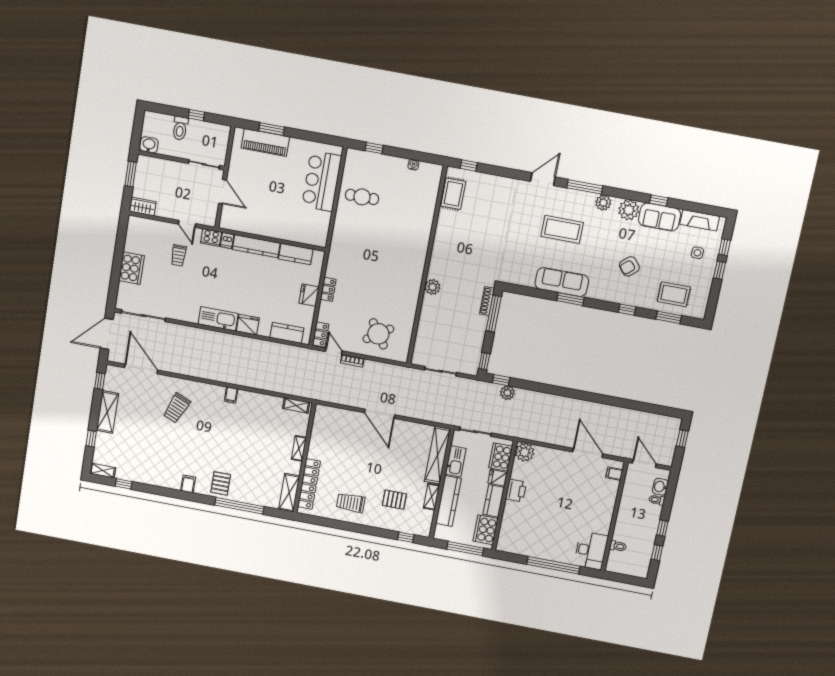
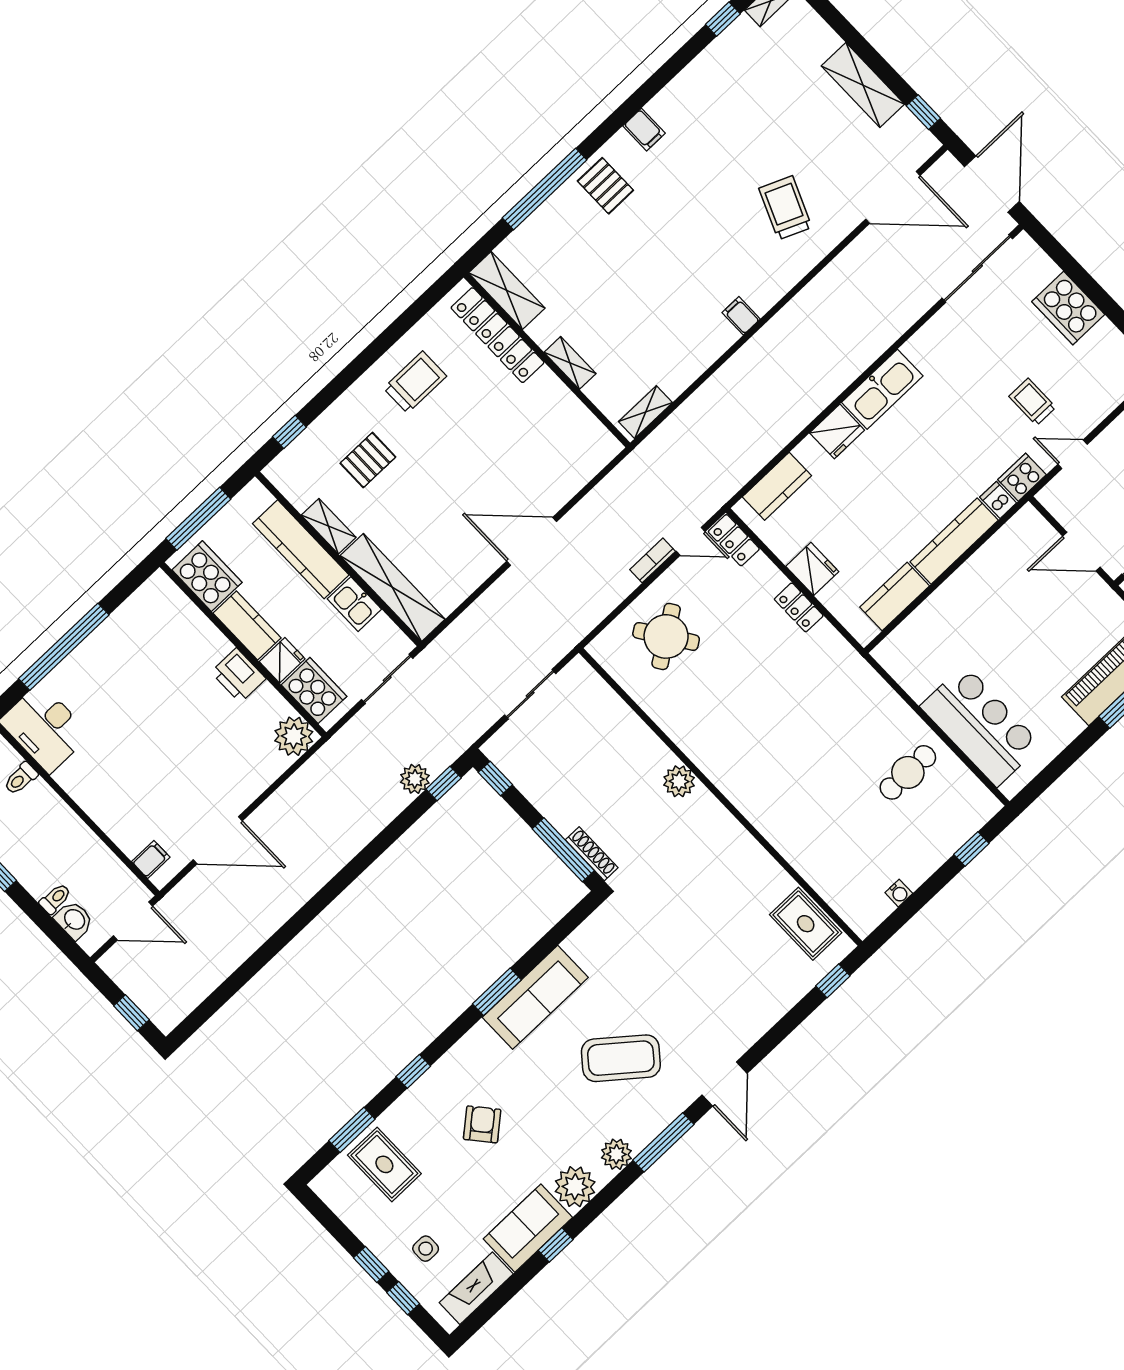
coffee table: (562, 229) -> (621, 1058), turned 39
rug: (674, 294) -> (384, 1164), turned 90
window: (91, 439) -> (838, 23), removed
kitchen sink: (456, 461) -> (354, 604), width x0.73

